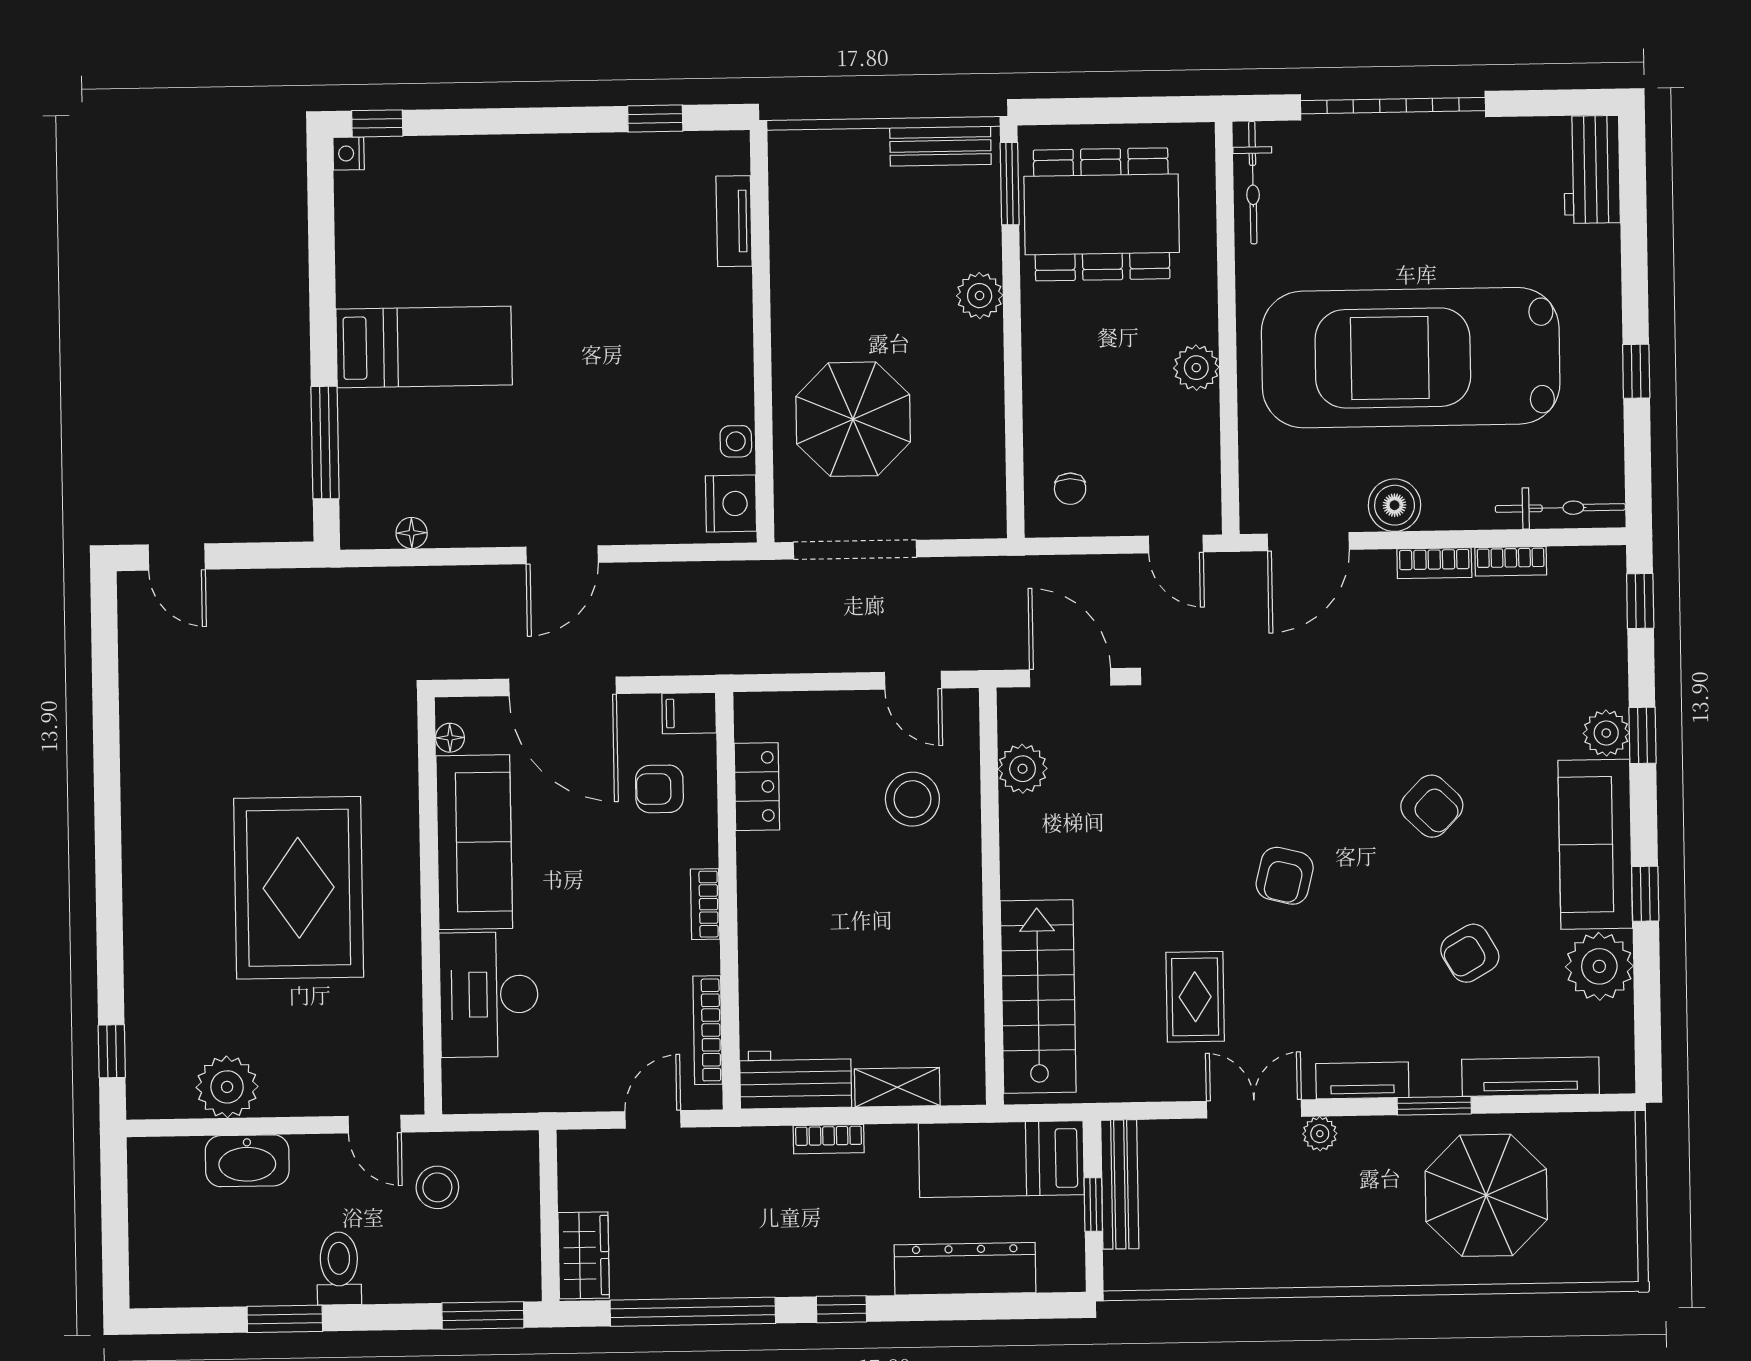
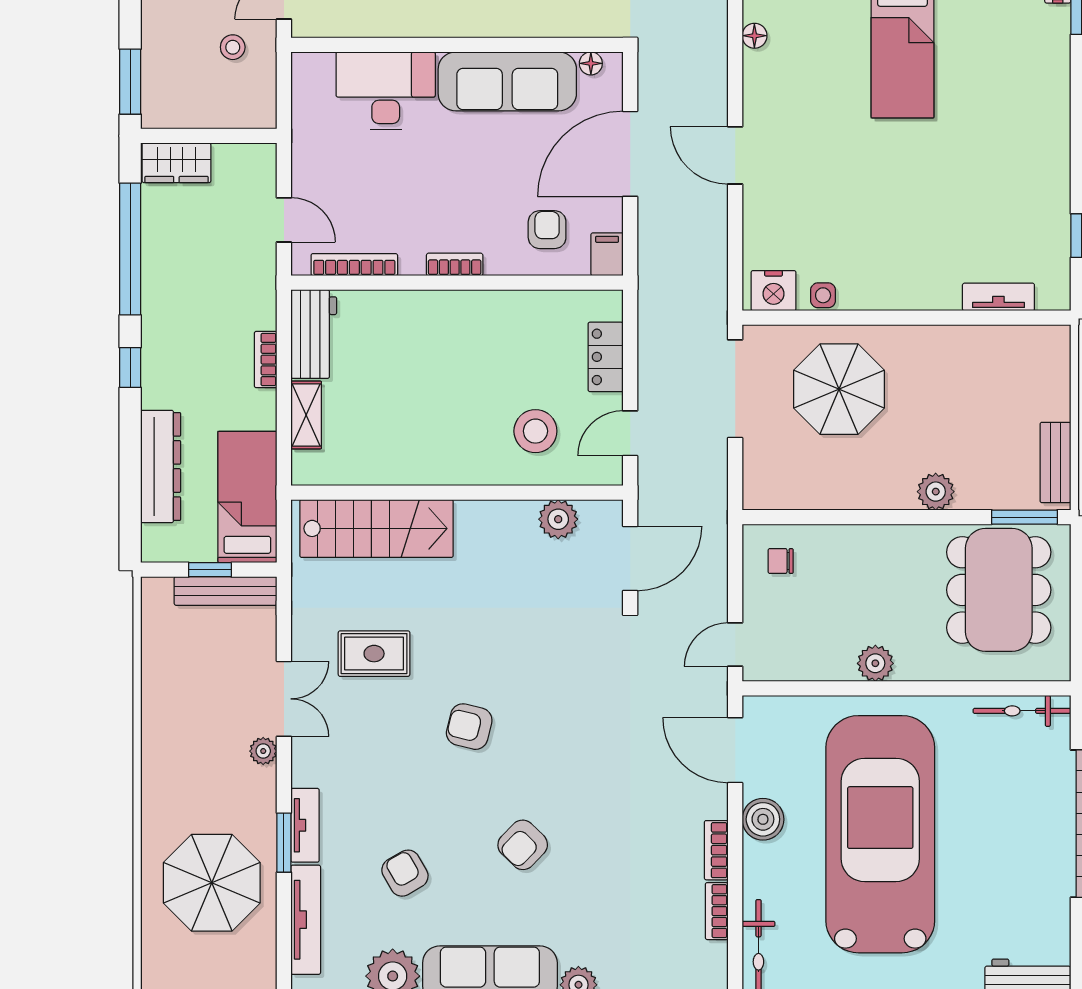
locker: (757, 787) -> (606, 357), moved, turned 90
tv unit: (1362, 1080) -> (305, 825), moved
stool: (437, 1187) -> (233, 47), width x0.73, depth x0.73

